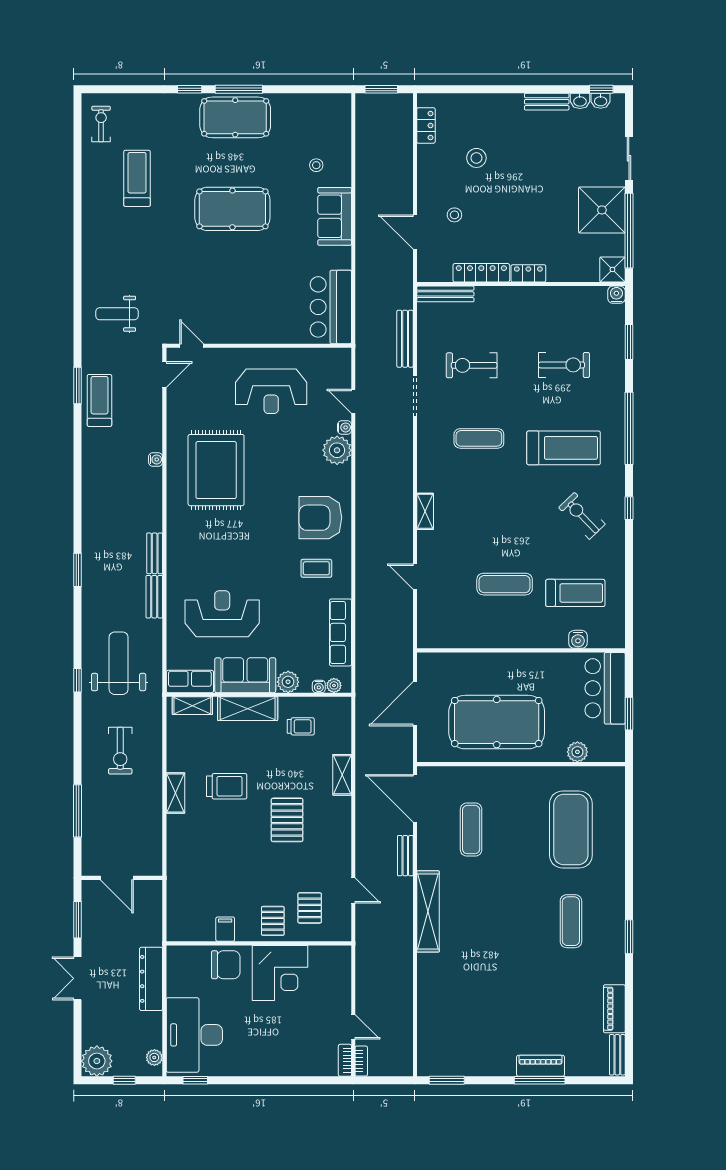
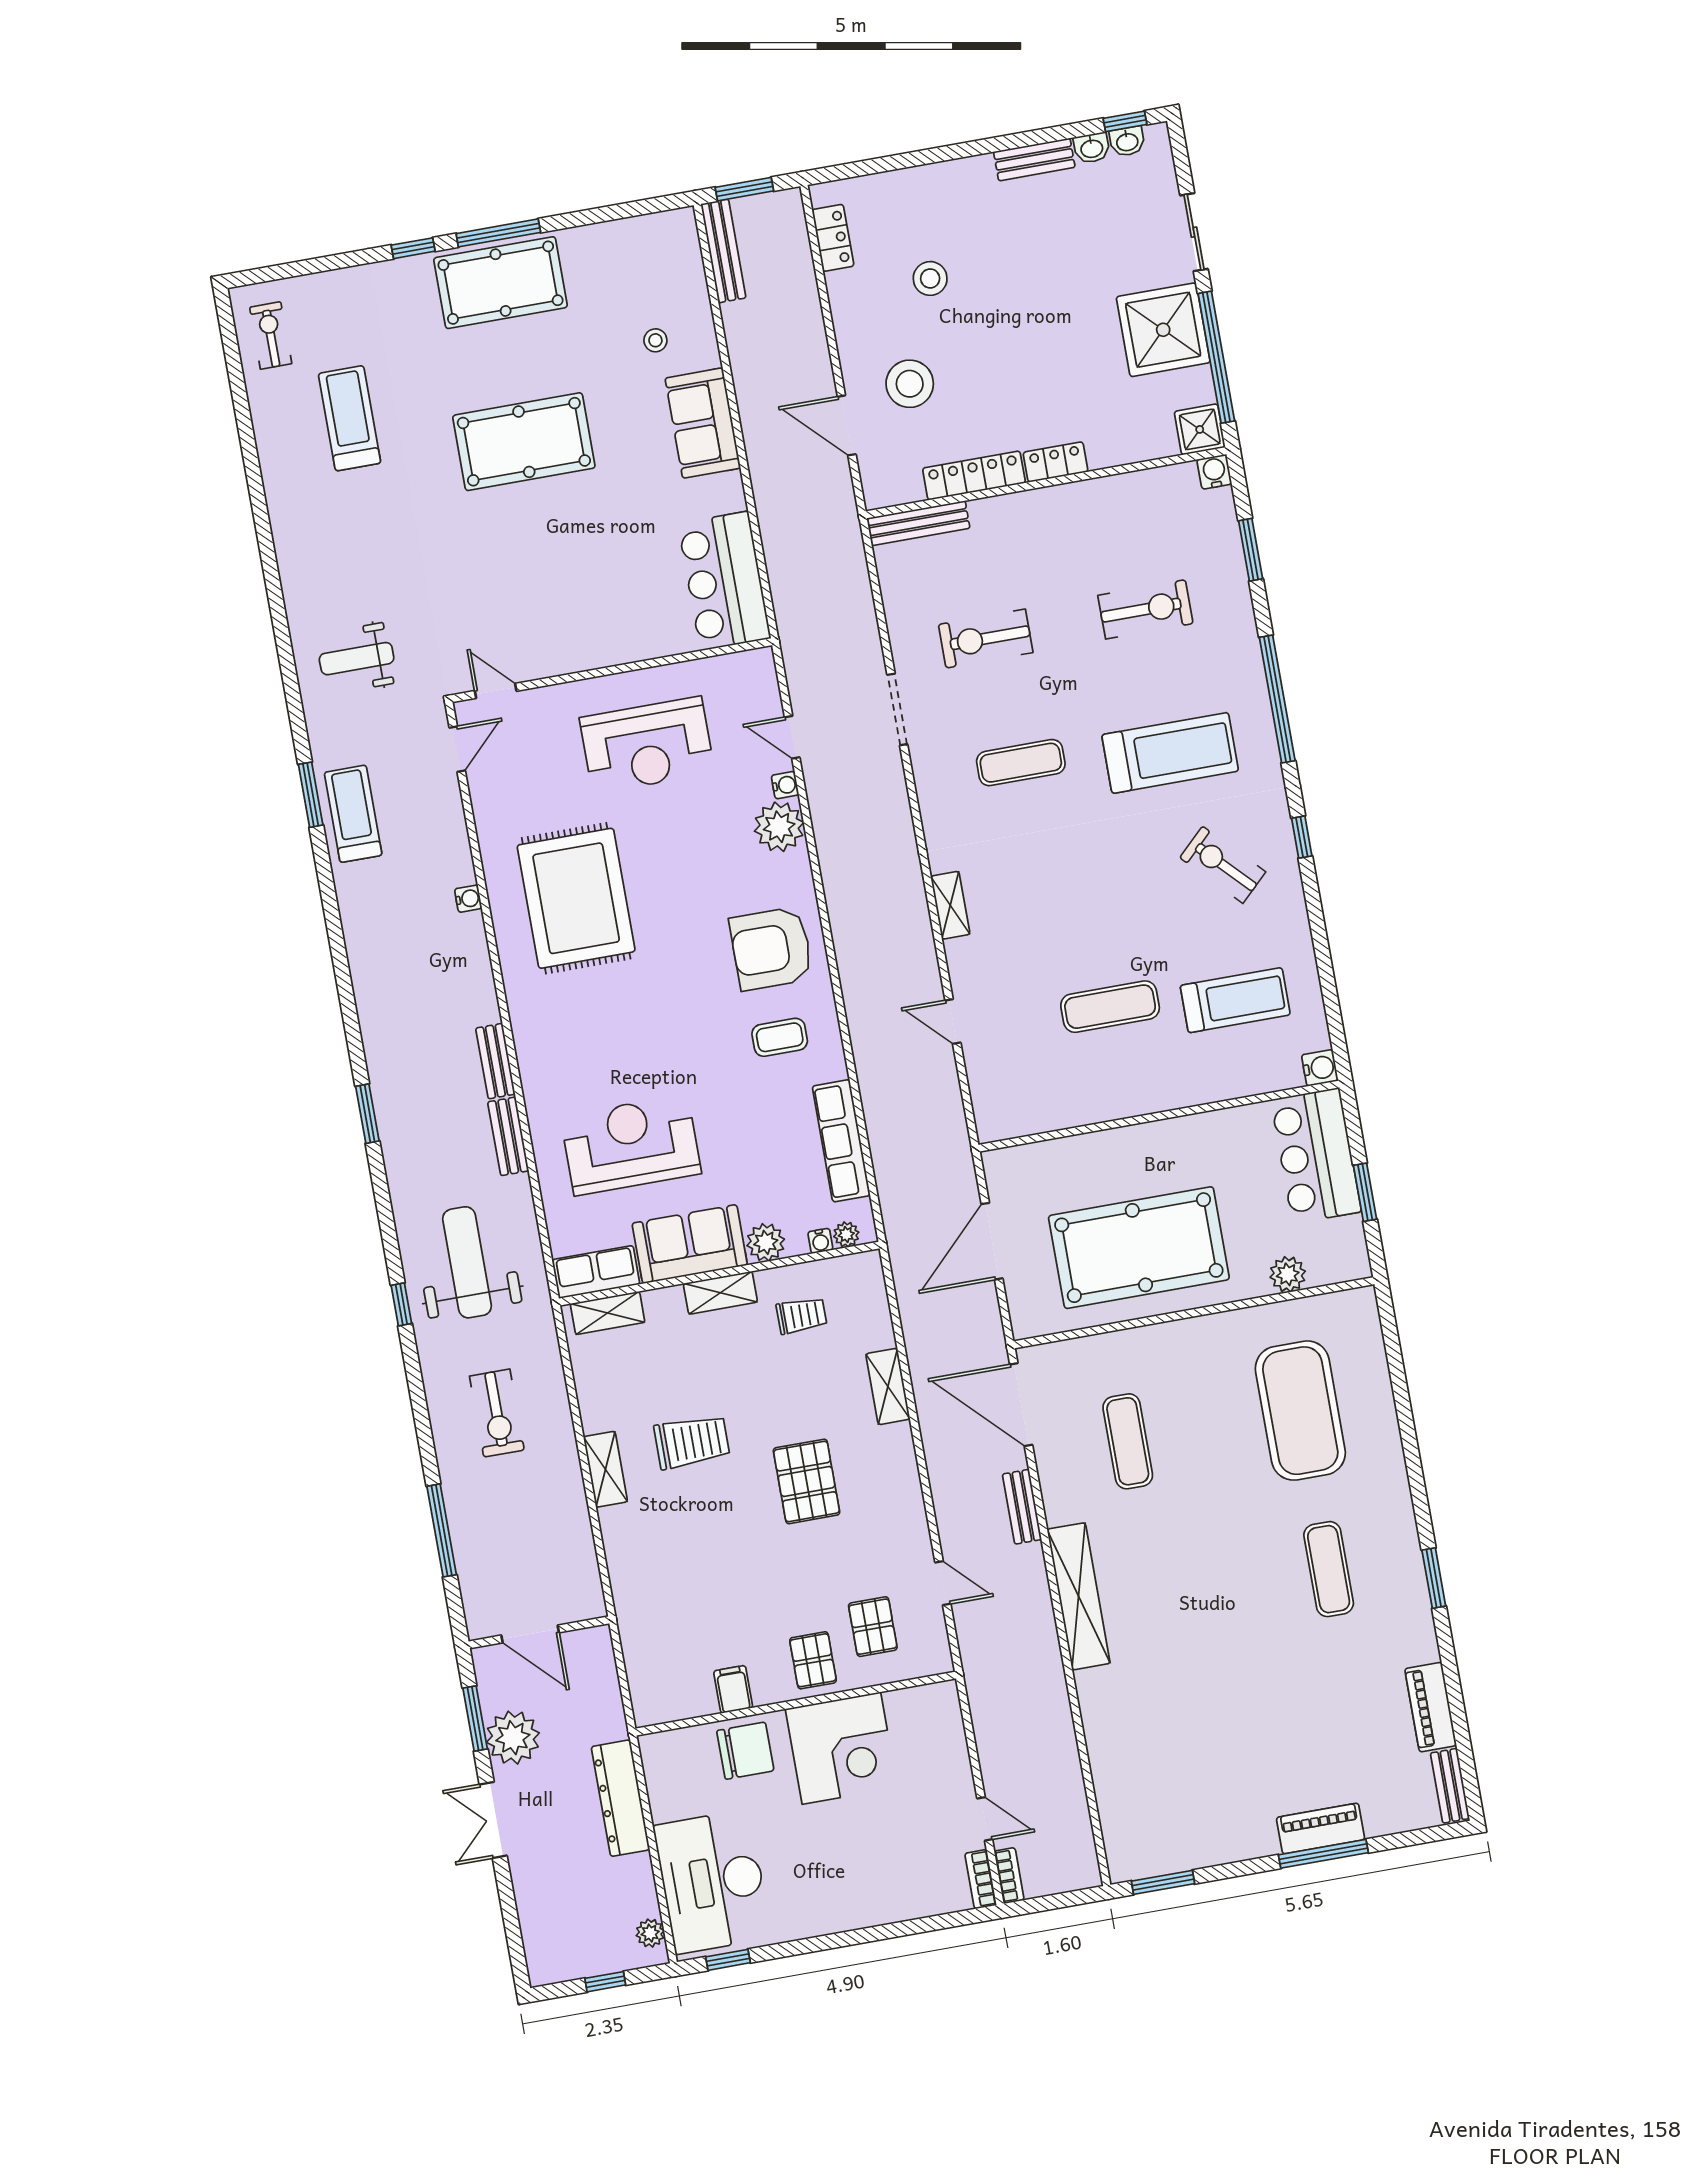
stool: (454, 215) -> (910, 384), width x1.89, depth x1.89
bench: (405, 339) -> (723, 251), moved
water cooler: (578, 639) -> (1320, 1068), moved, turned -90
shelving: (248, 709) -> (720, 1293), width x0.67, depth x0.75
plant: (97, 1061) -> (513, 1738), moved

